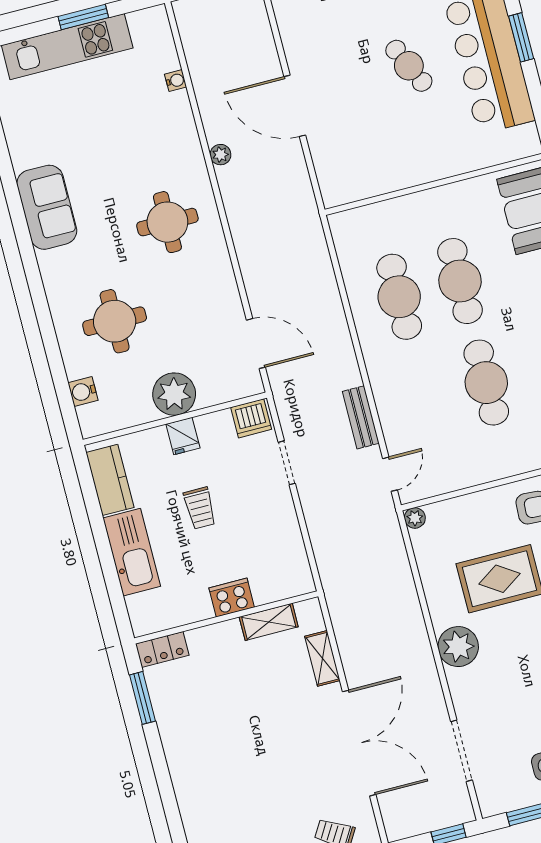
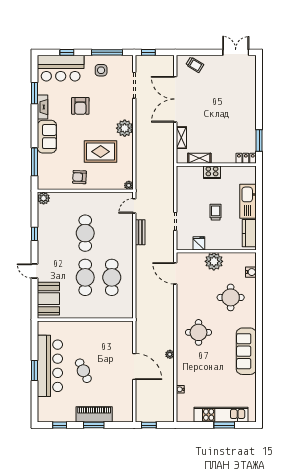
window: (83, 17) -> (224, 425), moved
sofa: (47, 207) -> (246, 351), width x1.36
dishwasher: (251, 418) -> (185, 243), removed
fridge: (183, 436) -> (199, 243), moved

